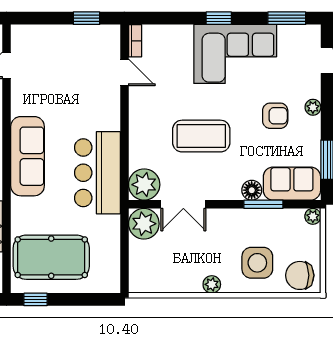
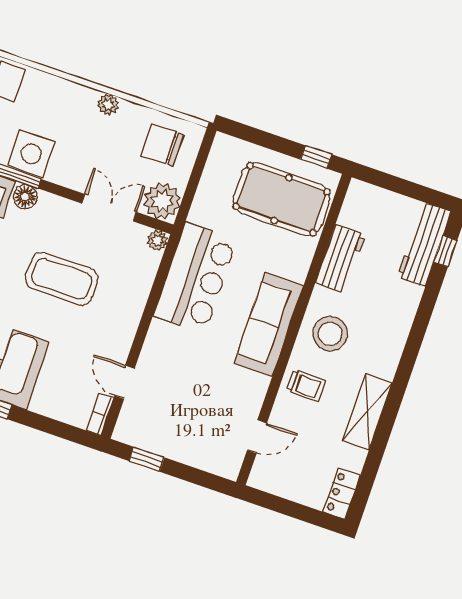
plant: (144, 185) -> (157, 240), width x0.53, depth x0.53
side table: (257, 263) -> (31, 154), moved
chair: (159, 267) -> (162, 145), added

